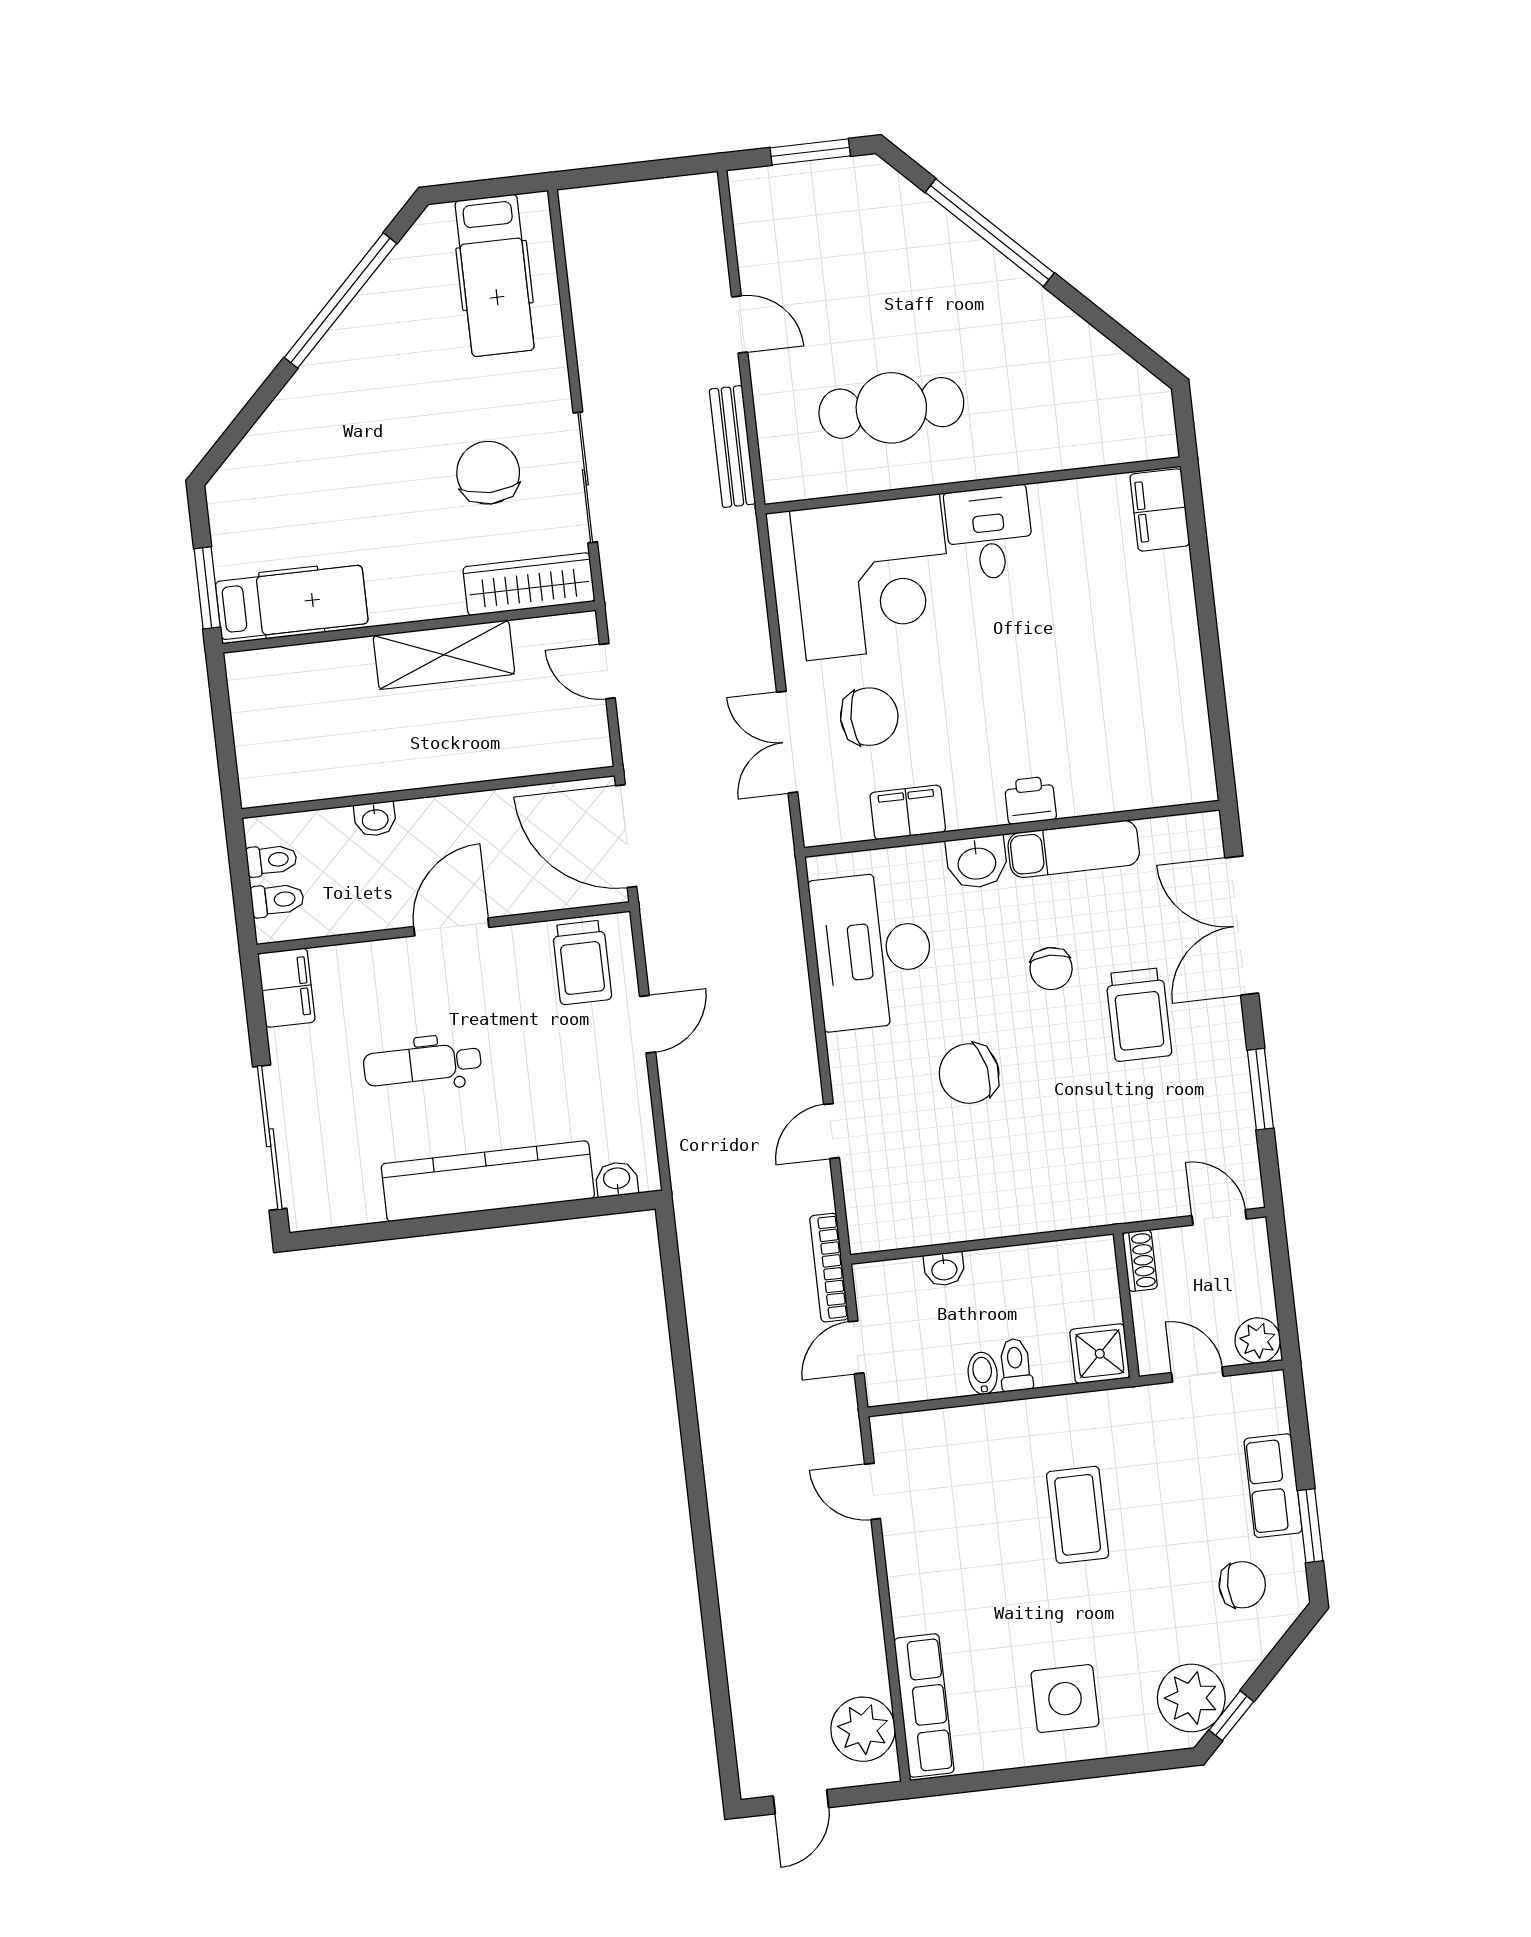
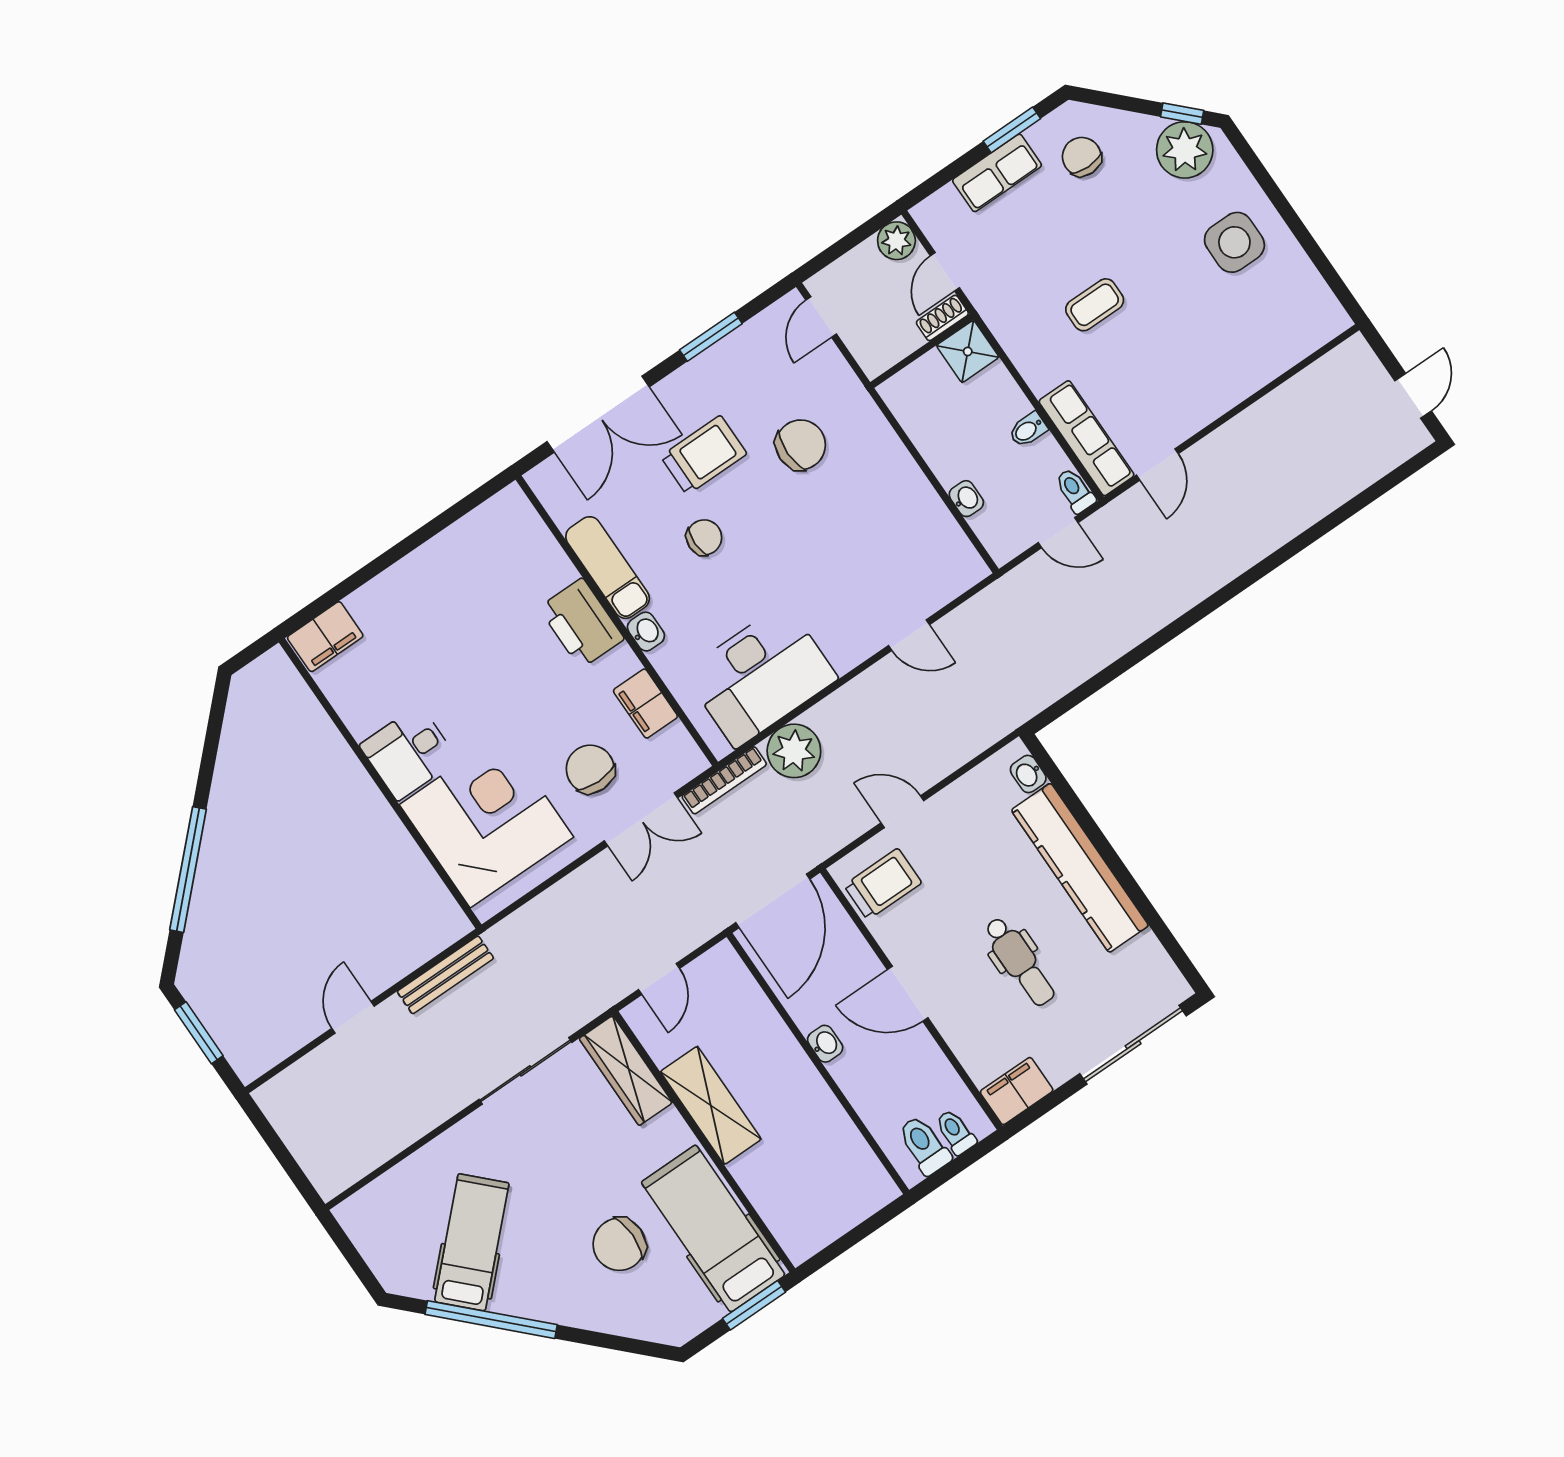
hospital bed: (495, 275) -> (472, 1242), moved, turned -45
cafe table: (891, 408) -> (355, 873), removed
chair: (488, 473) -> (619, 1244), moved
hospital bed: (292, 602) -> (713, 1229), width x1.37, depth x1.29
printer: (1030, 800) -> (581, 623), width x1.87, depth x1.48
washbasin: (375, 819) -> (825, 1044), moved
toilet: (272, 860) -> (924, 1145), width x1.37, depth x1.39
washbasin: (977, 862) -> (646, 632), width x0.72, depth x0.69
chair: (969, 1073) -> (801, 445), moved, turned -79
shoe rack: (1140, 1261) -> (942, 318), moved
bookcase: (829, 1268) -> (724, 780), moved
toilet: (1015, 1365) -> (1075, 491), moved, turned 90
coffee table: (1078, 1515) -> (1095, 305), width x0.73, depth x0.77
row of seats: (924, 1706) -> (1086, 438), moved, turned 90
plant: (863, 1729) -> (794, 751), moved
door: (801, 1802) -> (1413, 396), hinge flipped

